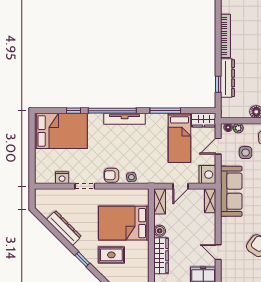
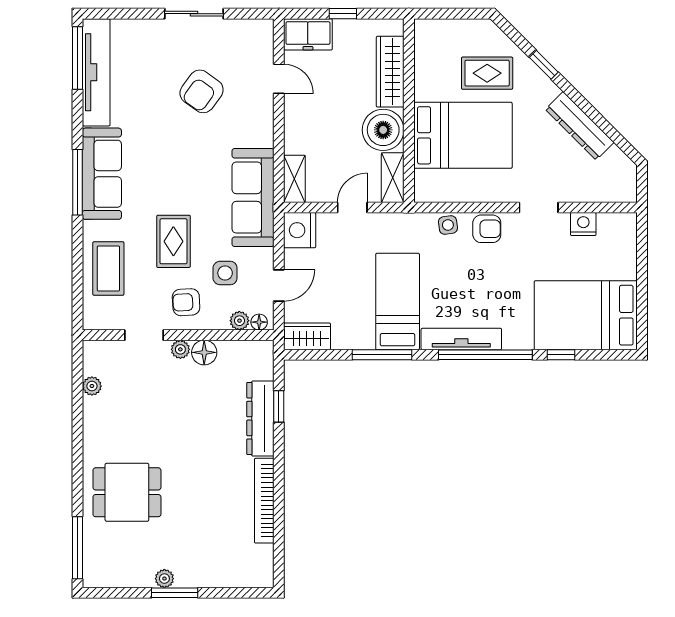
bed: (180, 138) -> (398, 301), moved
boiler: (160, 231) -> (383, 130), width x1.86, depth x1.86

